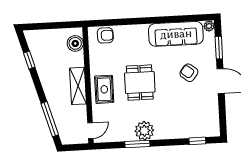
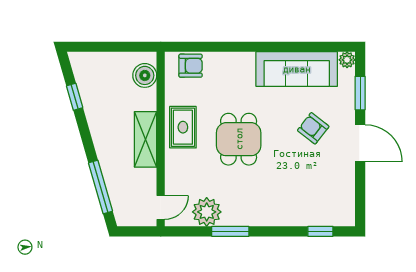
rug: (104, 89) -> (183, 127), moved
plant: (144, 131) -> (207, 212), moved

